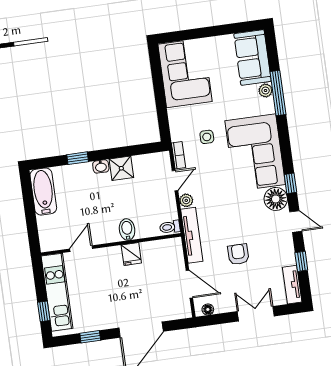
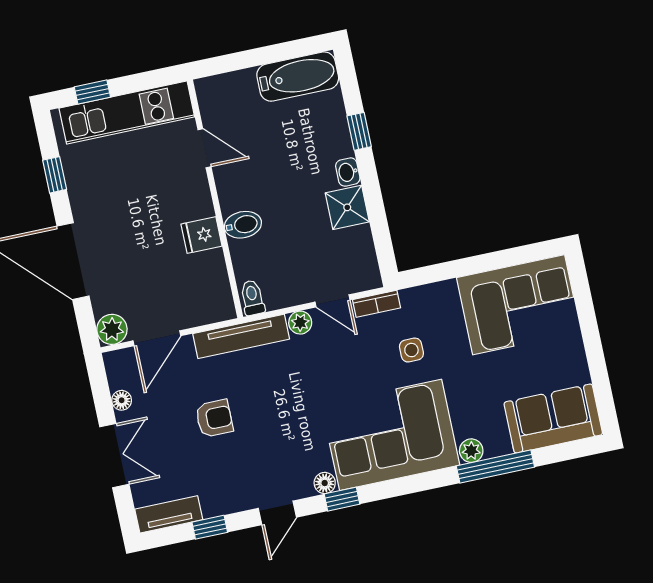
plant: (266, 90) -> (471, 451), moved
floor lamp: (276, 199) -> (325, 483), width x0.53, depth x0.53
floor lamp: (208, 309) -> (122, 400), moved
plant: (182, 310) -> (112, 329), added

